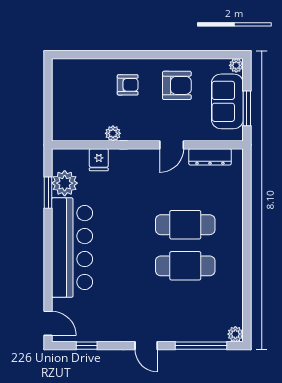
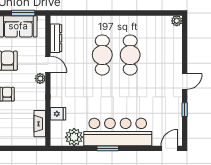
fireplace: (84, 133) -> (40, 124), added
plant: (113, 133) -> (40, 79), moved
window: (48, 193) -> (108, 148), moved
window: (87, 346) -> (185, 110), moved
window: (201, 346) -> (185, 44), removed

